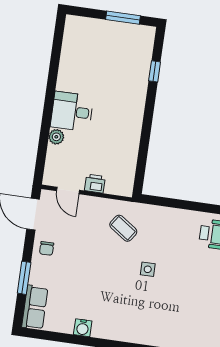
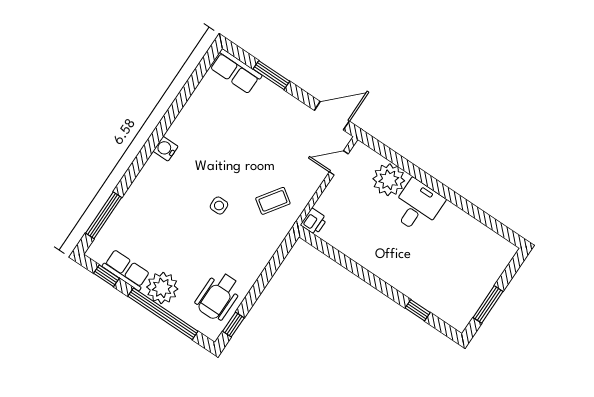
plant: (56, 137) -> (389, 180), width x1.88, depth x1.88
printer: (95, 184) -> (314, 222), moved
chair: (47, 248) -> (290, 113), removed
water cooler: (83, 328) -> (166, 149), moved

